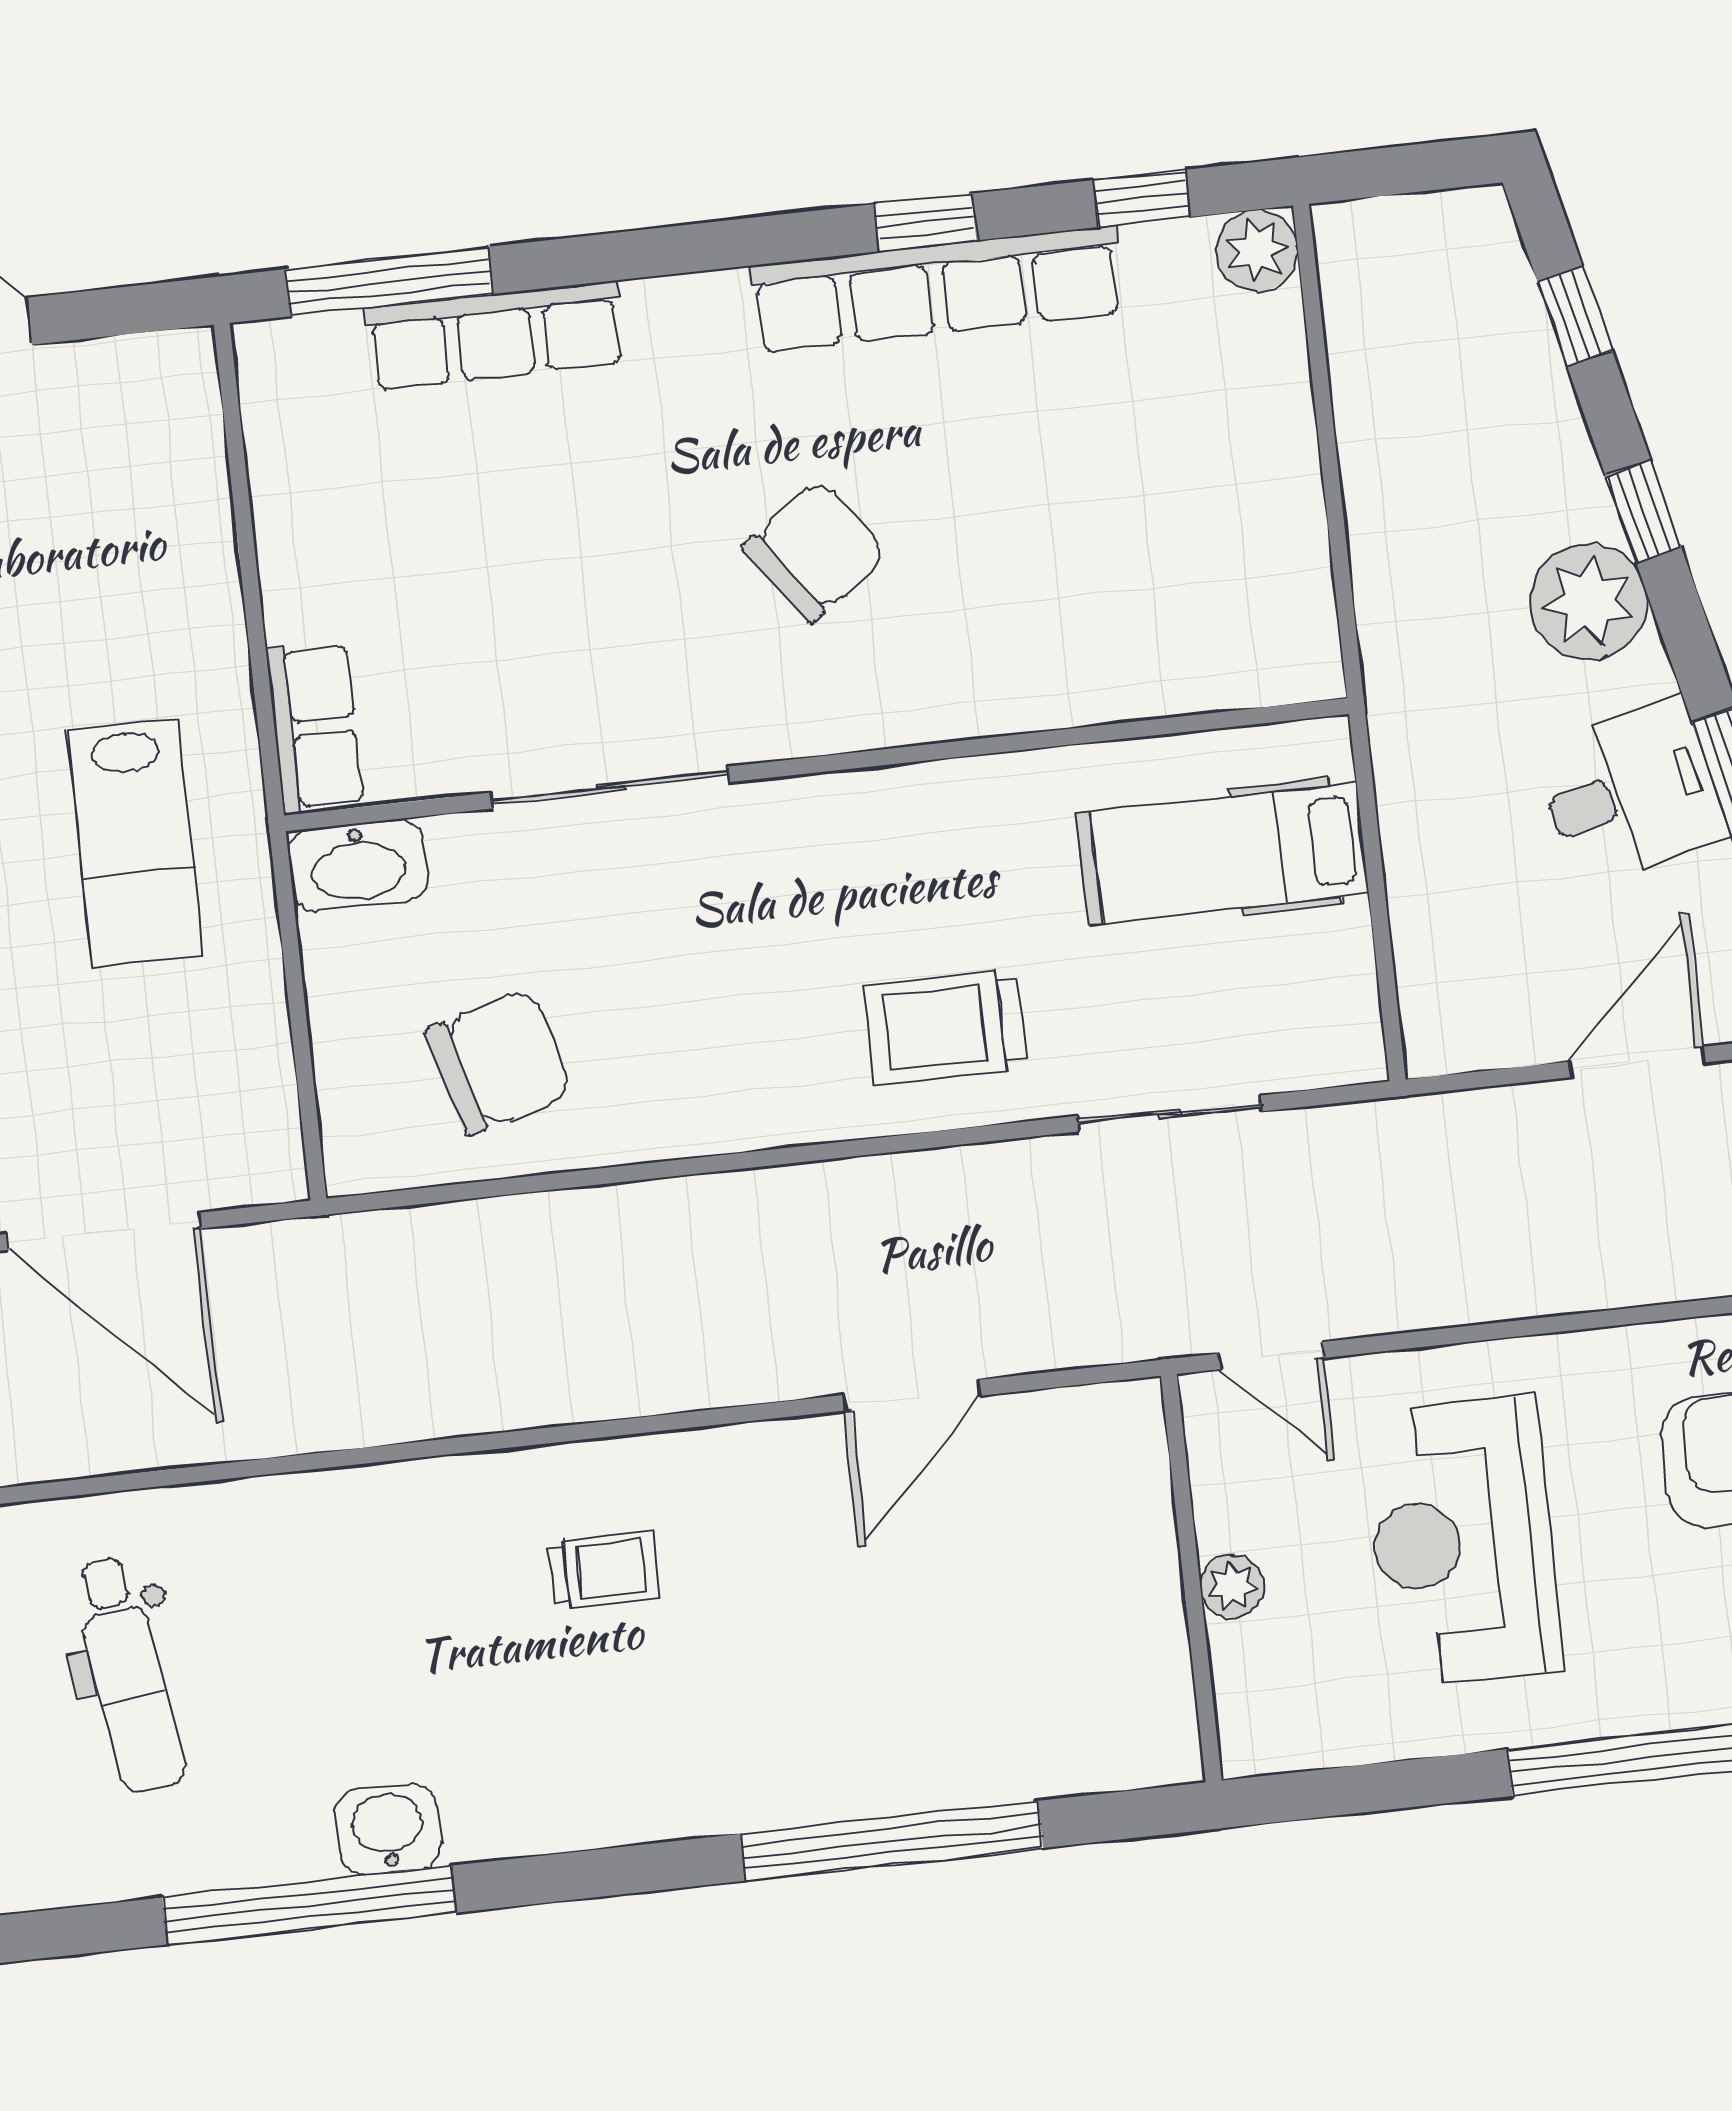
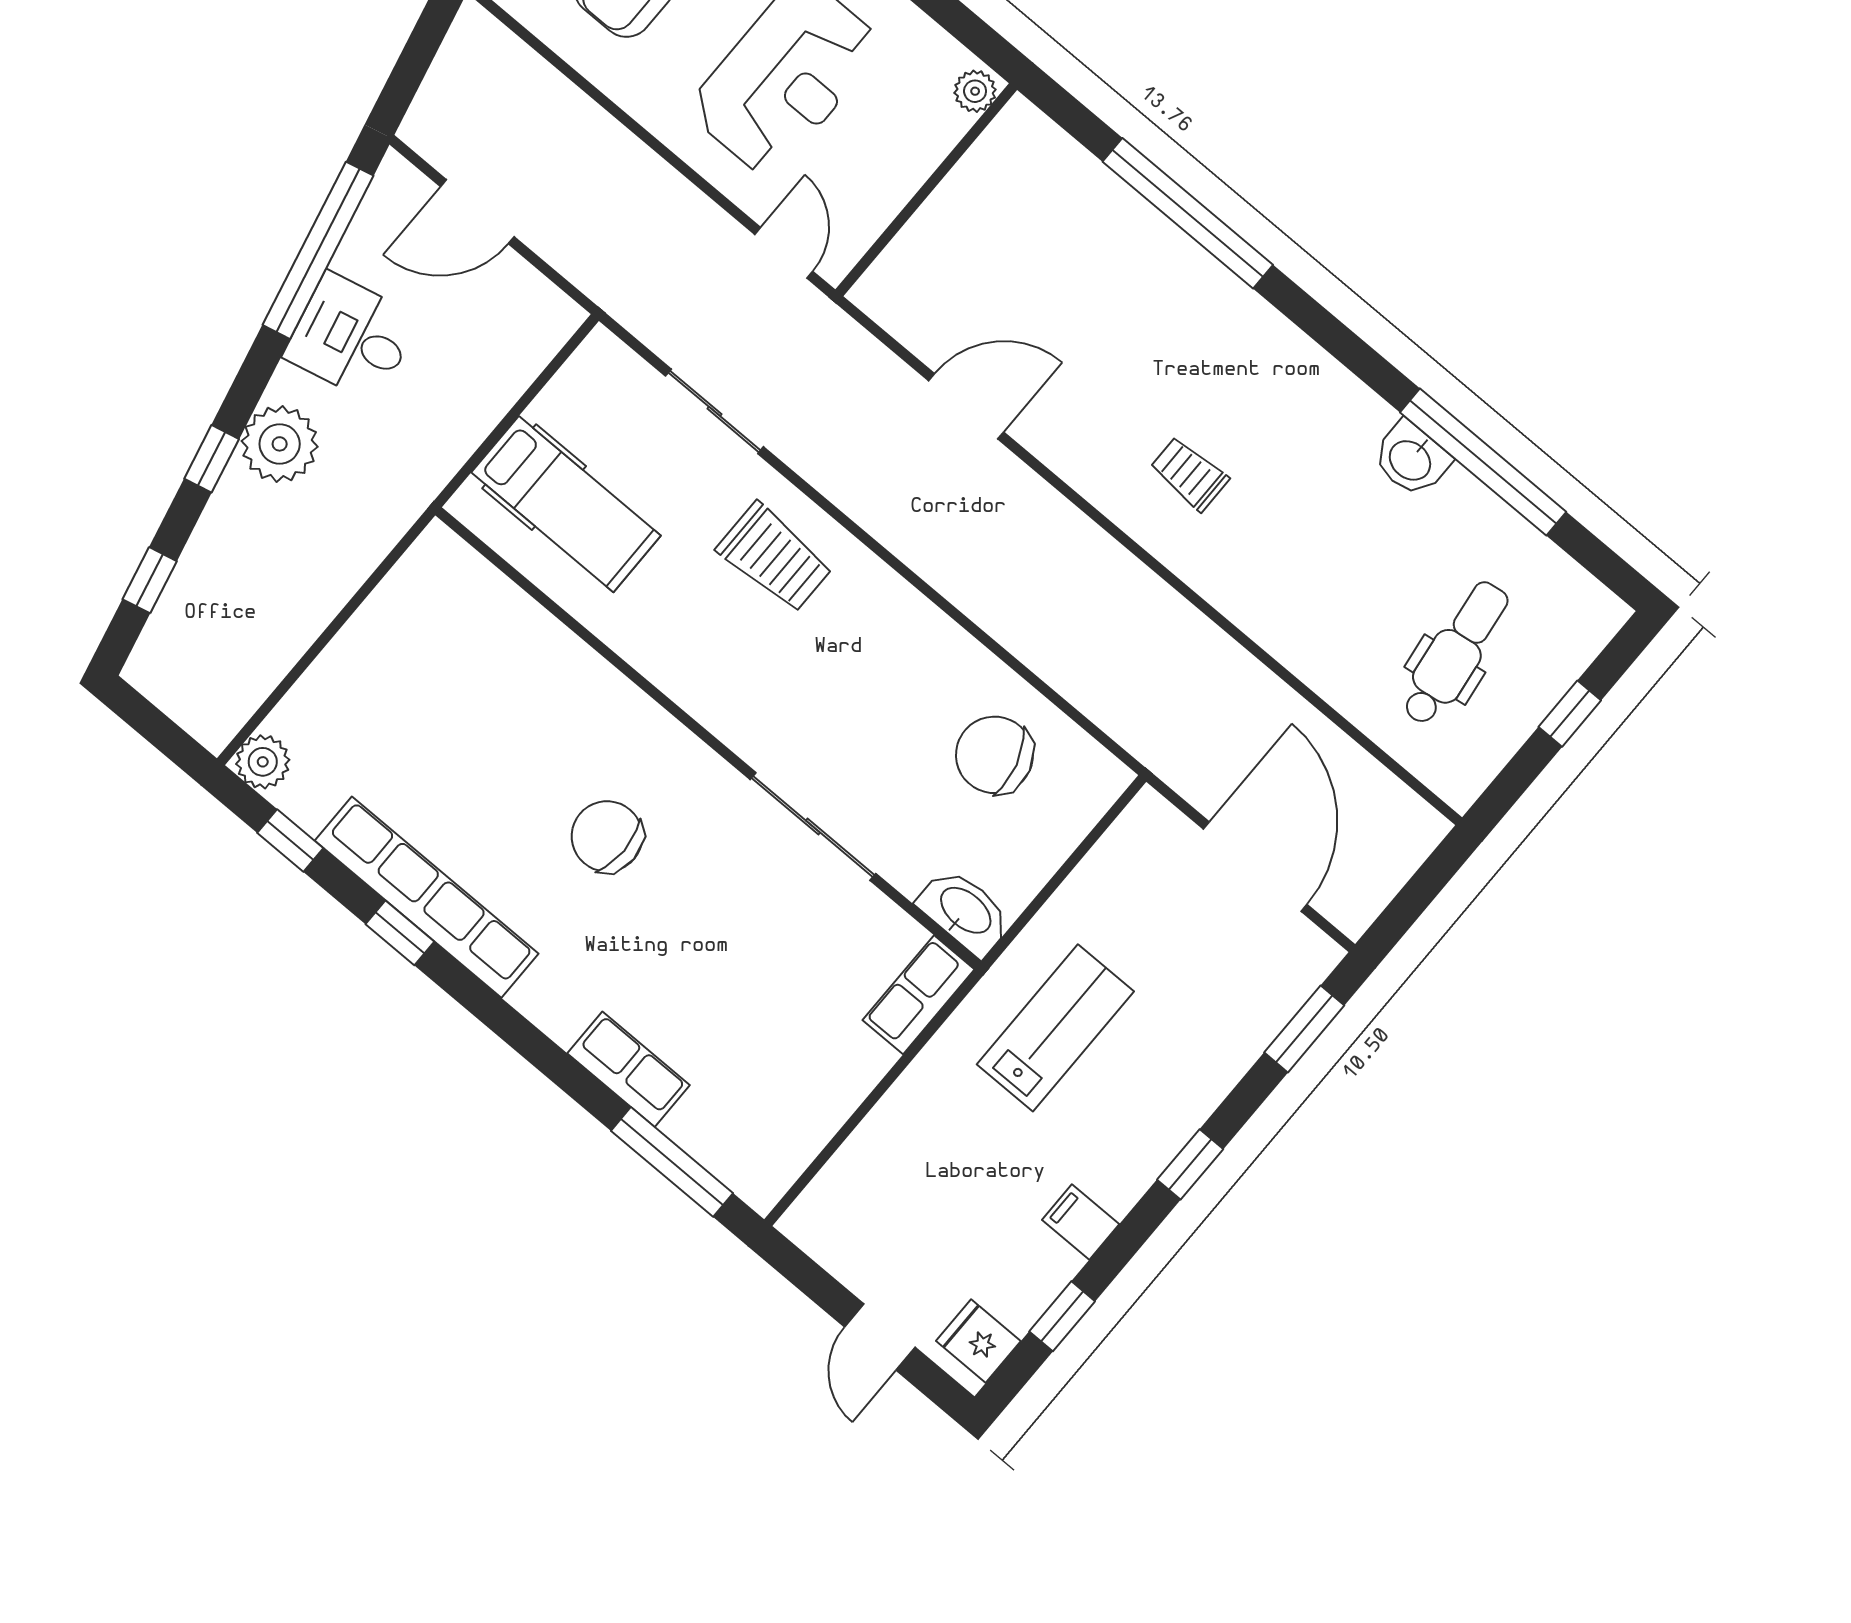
row of seats: (495, 335) -> (629, 1069), width x0.68
chair: (815, 551) -> (607, 836), turned 36
plant: (1232, 1586) -> (975, 91), moved

